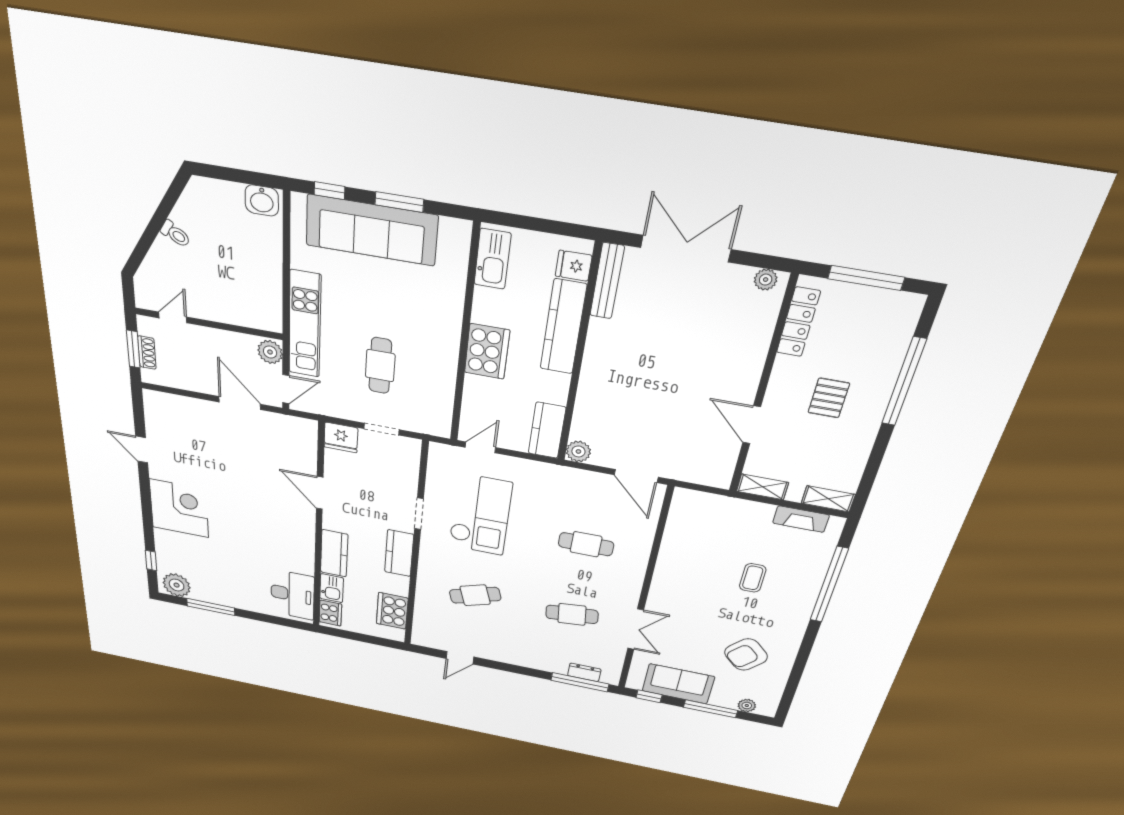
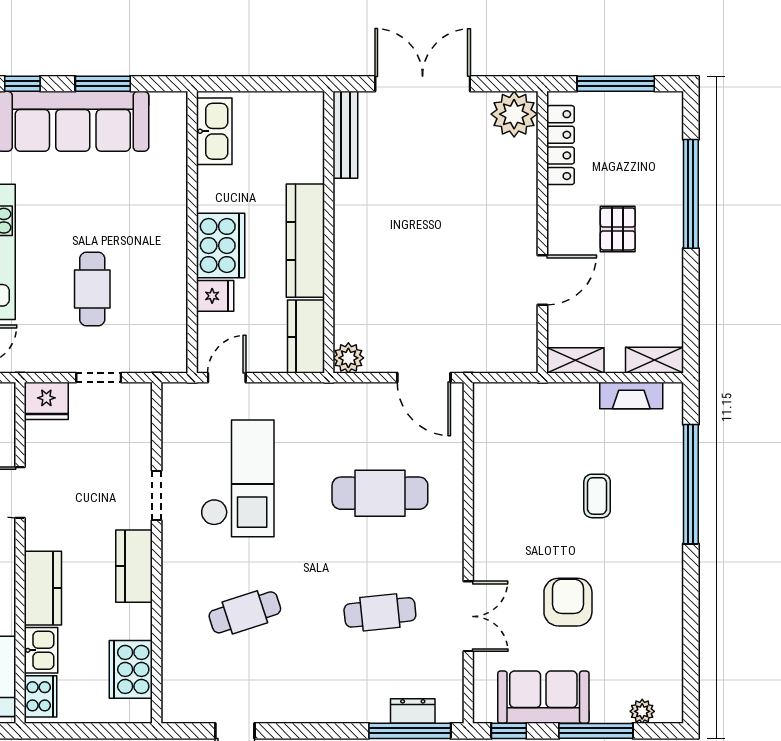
fridge: (574, 266) -> (215, 296), moved, turned 180
plant: (766, 280) -> (514, 114), width x1.87, depth x1.87
kitchen counter: (563, 327) -> (305, 241), moved
door: (752, 425) -> (542, 280), swing flipped
cafe table: (586, 544) -> (380, 493), width x1.37, depth x1.35
armchair: (746, 655) -> (568, 602), moved, turned 136

